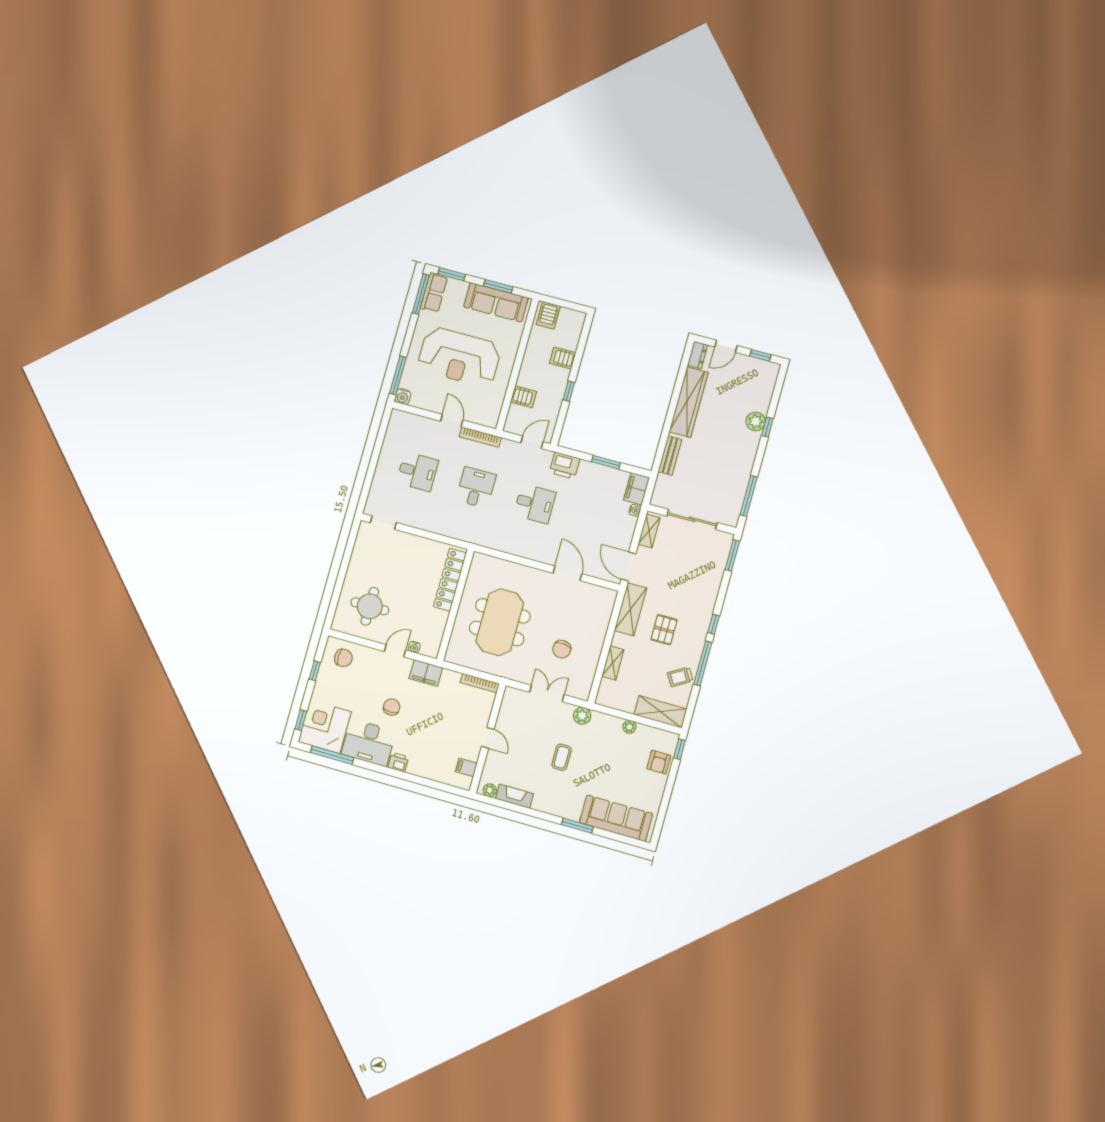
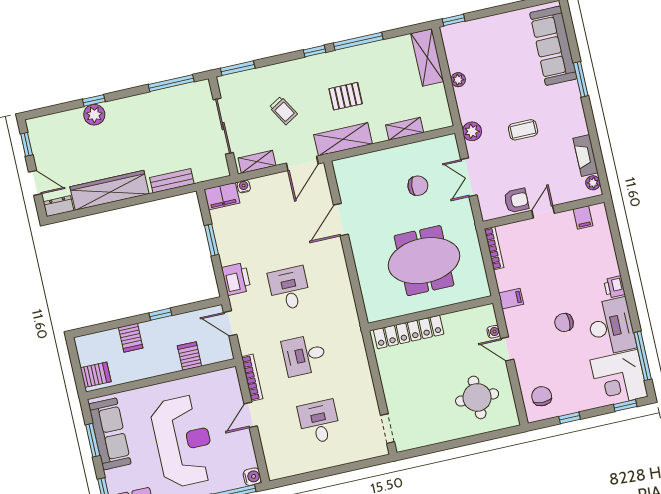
filing cabinet: (426, 673) -> (511, 299), width x0.50
trolley: (680, 677) -> (283, 111), moved
armchair: (659, 762) -> (516, 200), moved

